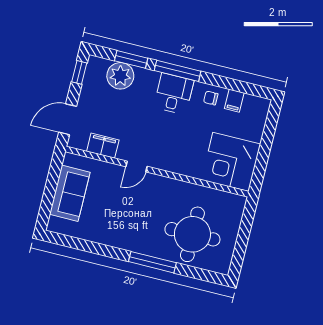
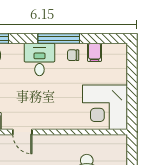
window: (178, 71) -> (59, 39), moved
door: (136, 166) -> (22, 132), hinge flipped

